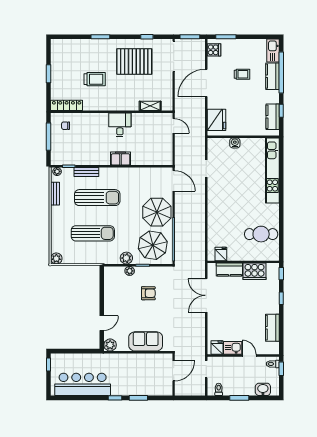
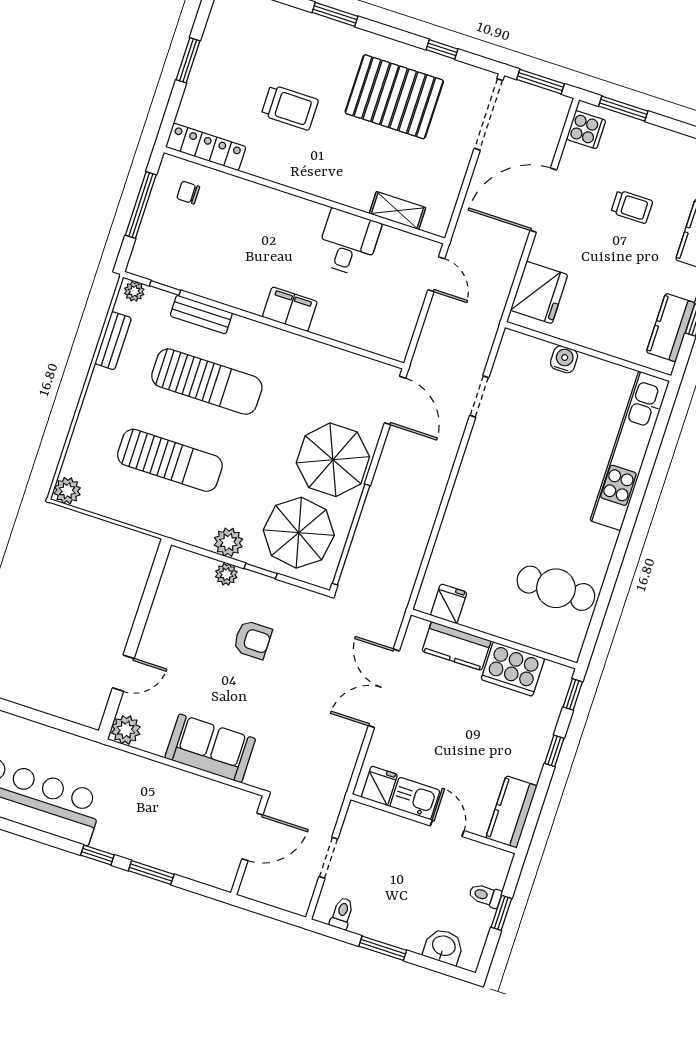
desk: (120, 125) -> (348, 243), moved
fridge: (217, 347) -> (379, 786), moved
kitchen sink: (233, 348) -> (415, 798), moved
wall: (243, 355) -> (434, 824), moved
door: (249, 355) -> (447, 828), moved

